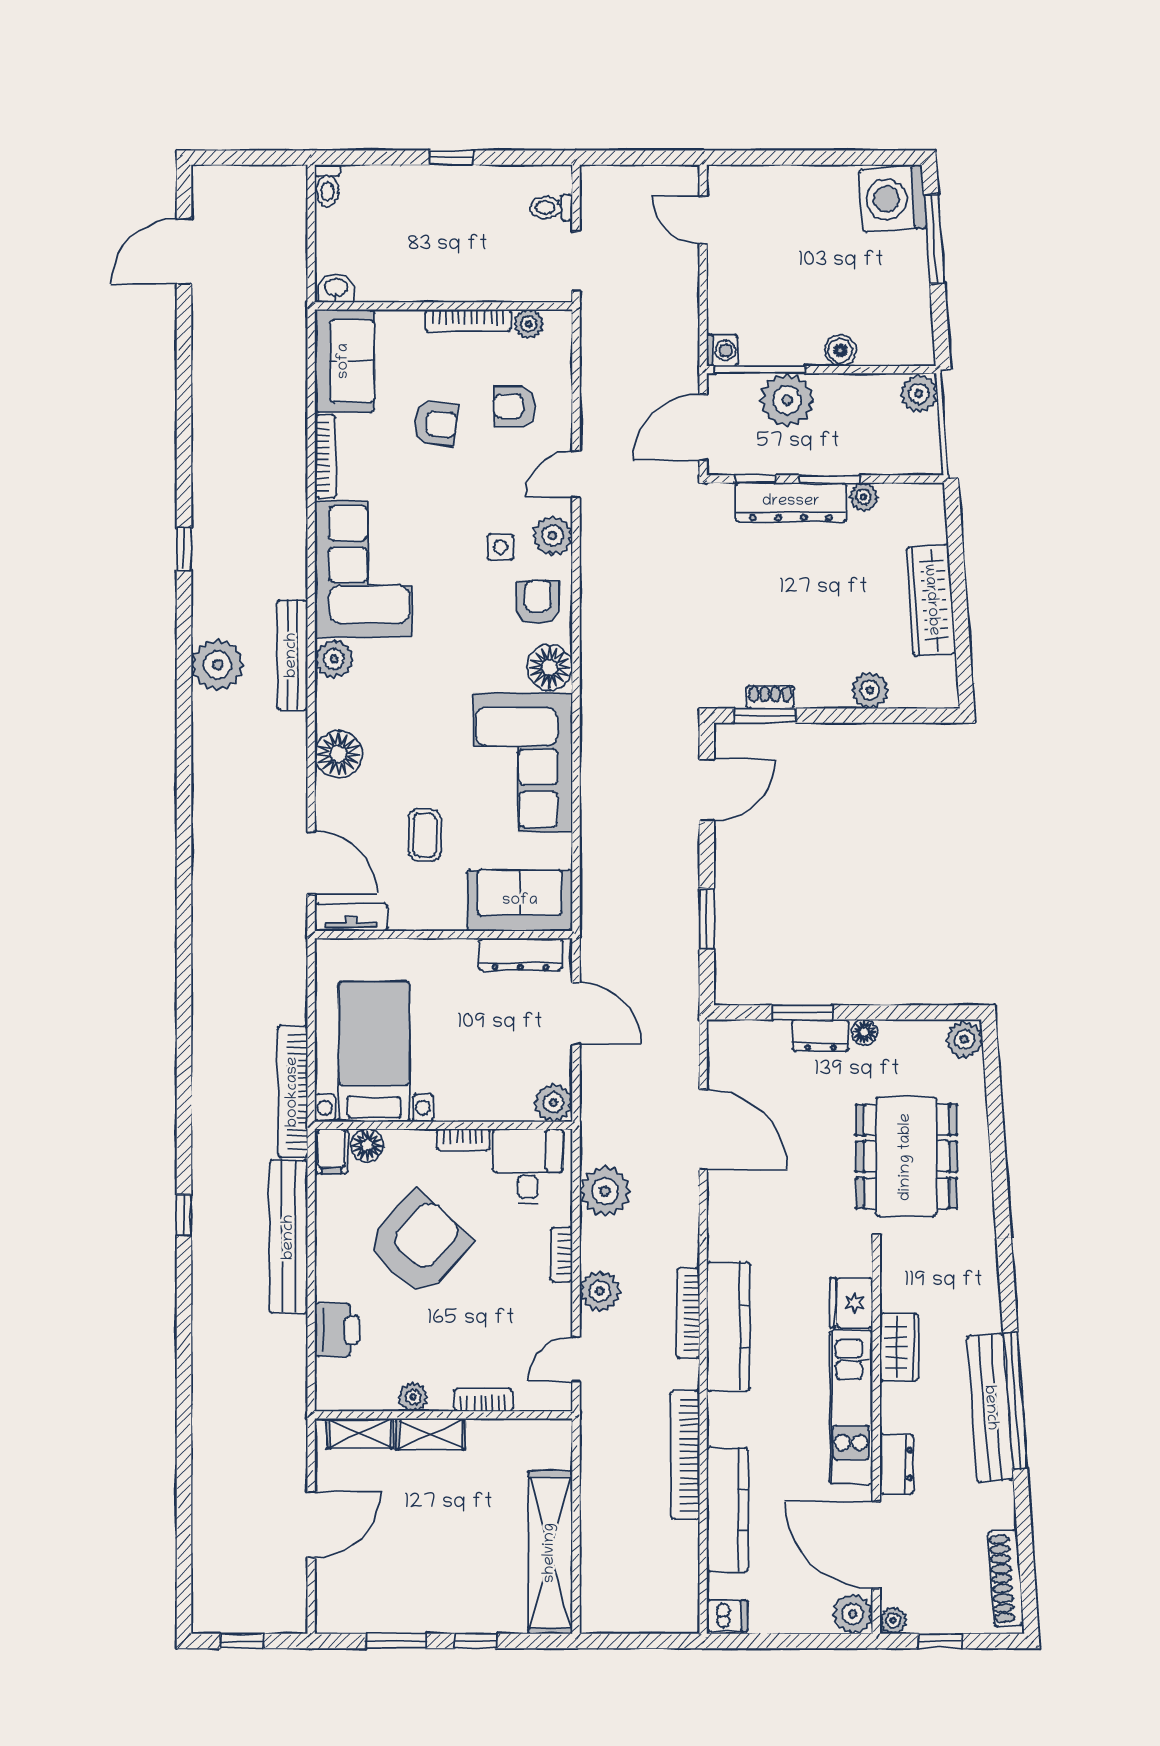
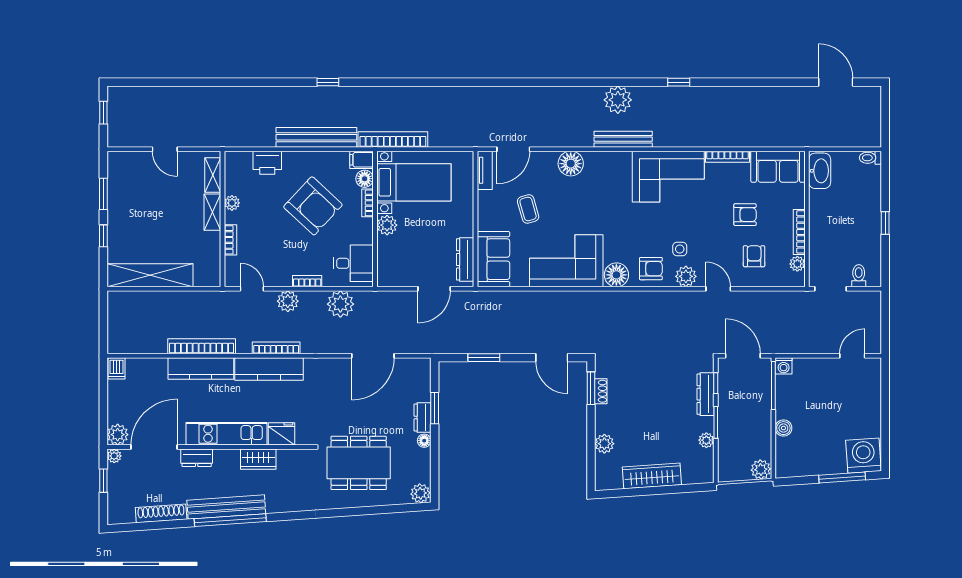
washbasin: (336, 288) -> (820, 171), width x1.91, depth x1.45
plant: (787, 400) -> (757, 400), removed
armchair: (435, 423) -> (745, 215), turned -95
dresser: (791, 502) -> (705, 394), width x0.73, depth x0.80
plant: (334, 659) -> (621, 161), removed
coffee table: (425, 835) -> (528, 209), turned 74
plant: (553, 1103) -> (387, 225), moved
bookcase: (463, 1140) -> (368, 203), moved
kitchen counter: (727, 1510) -> (201, 369), moved
door: (311, 1525) -> (165, 149), width x0.73
shoe rack: (1006, 1578) -> (161, 513), moved

